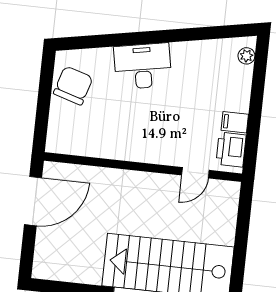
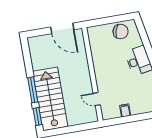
printer: (231, 150) -> (112, 112), removed

